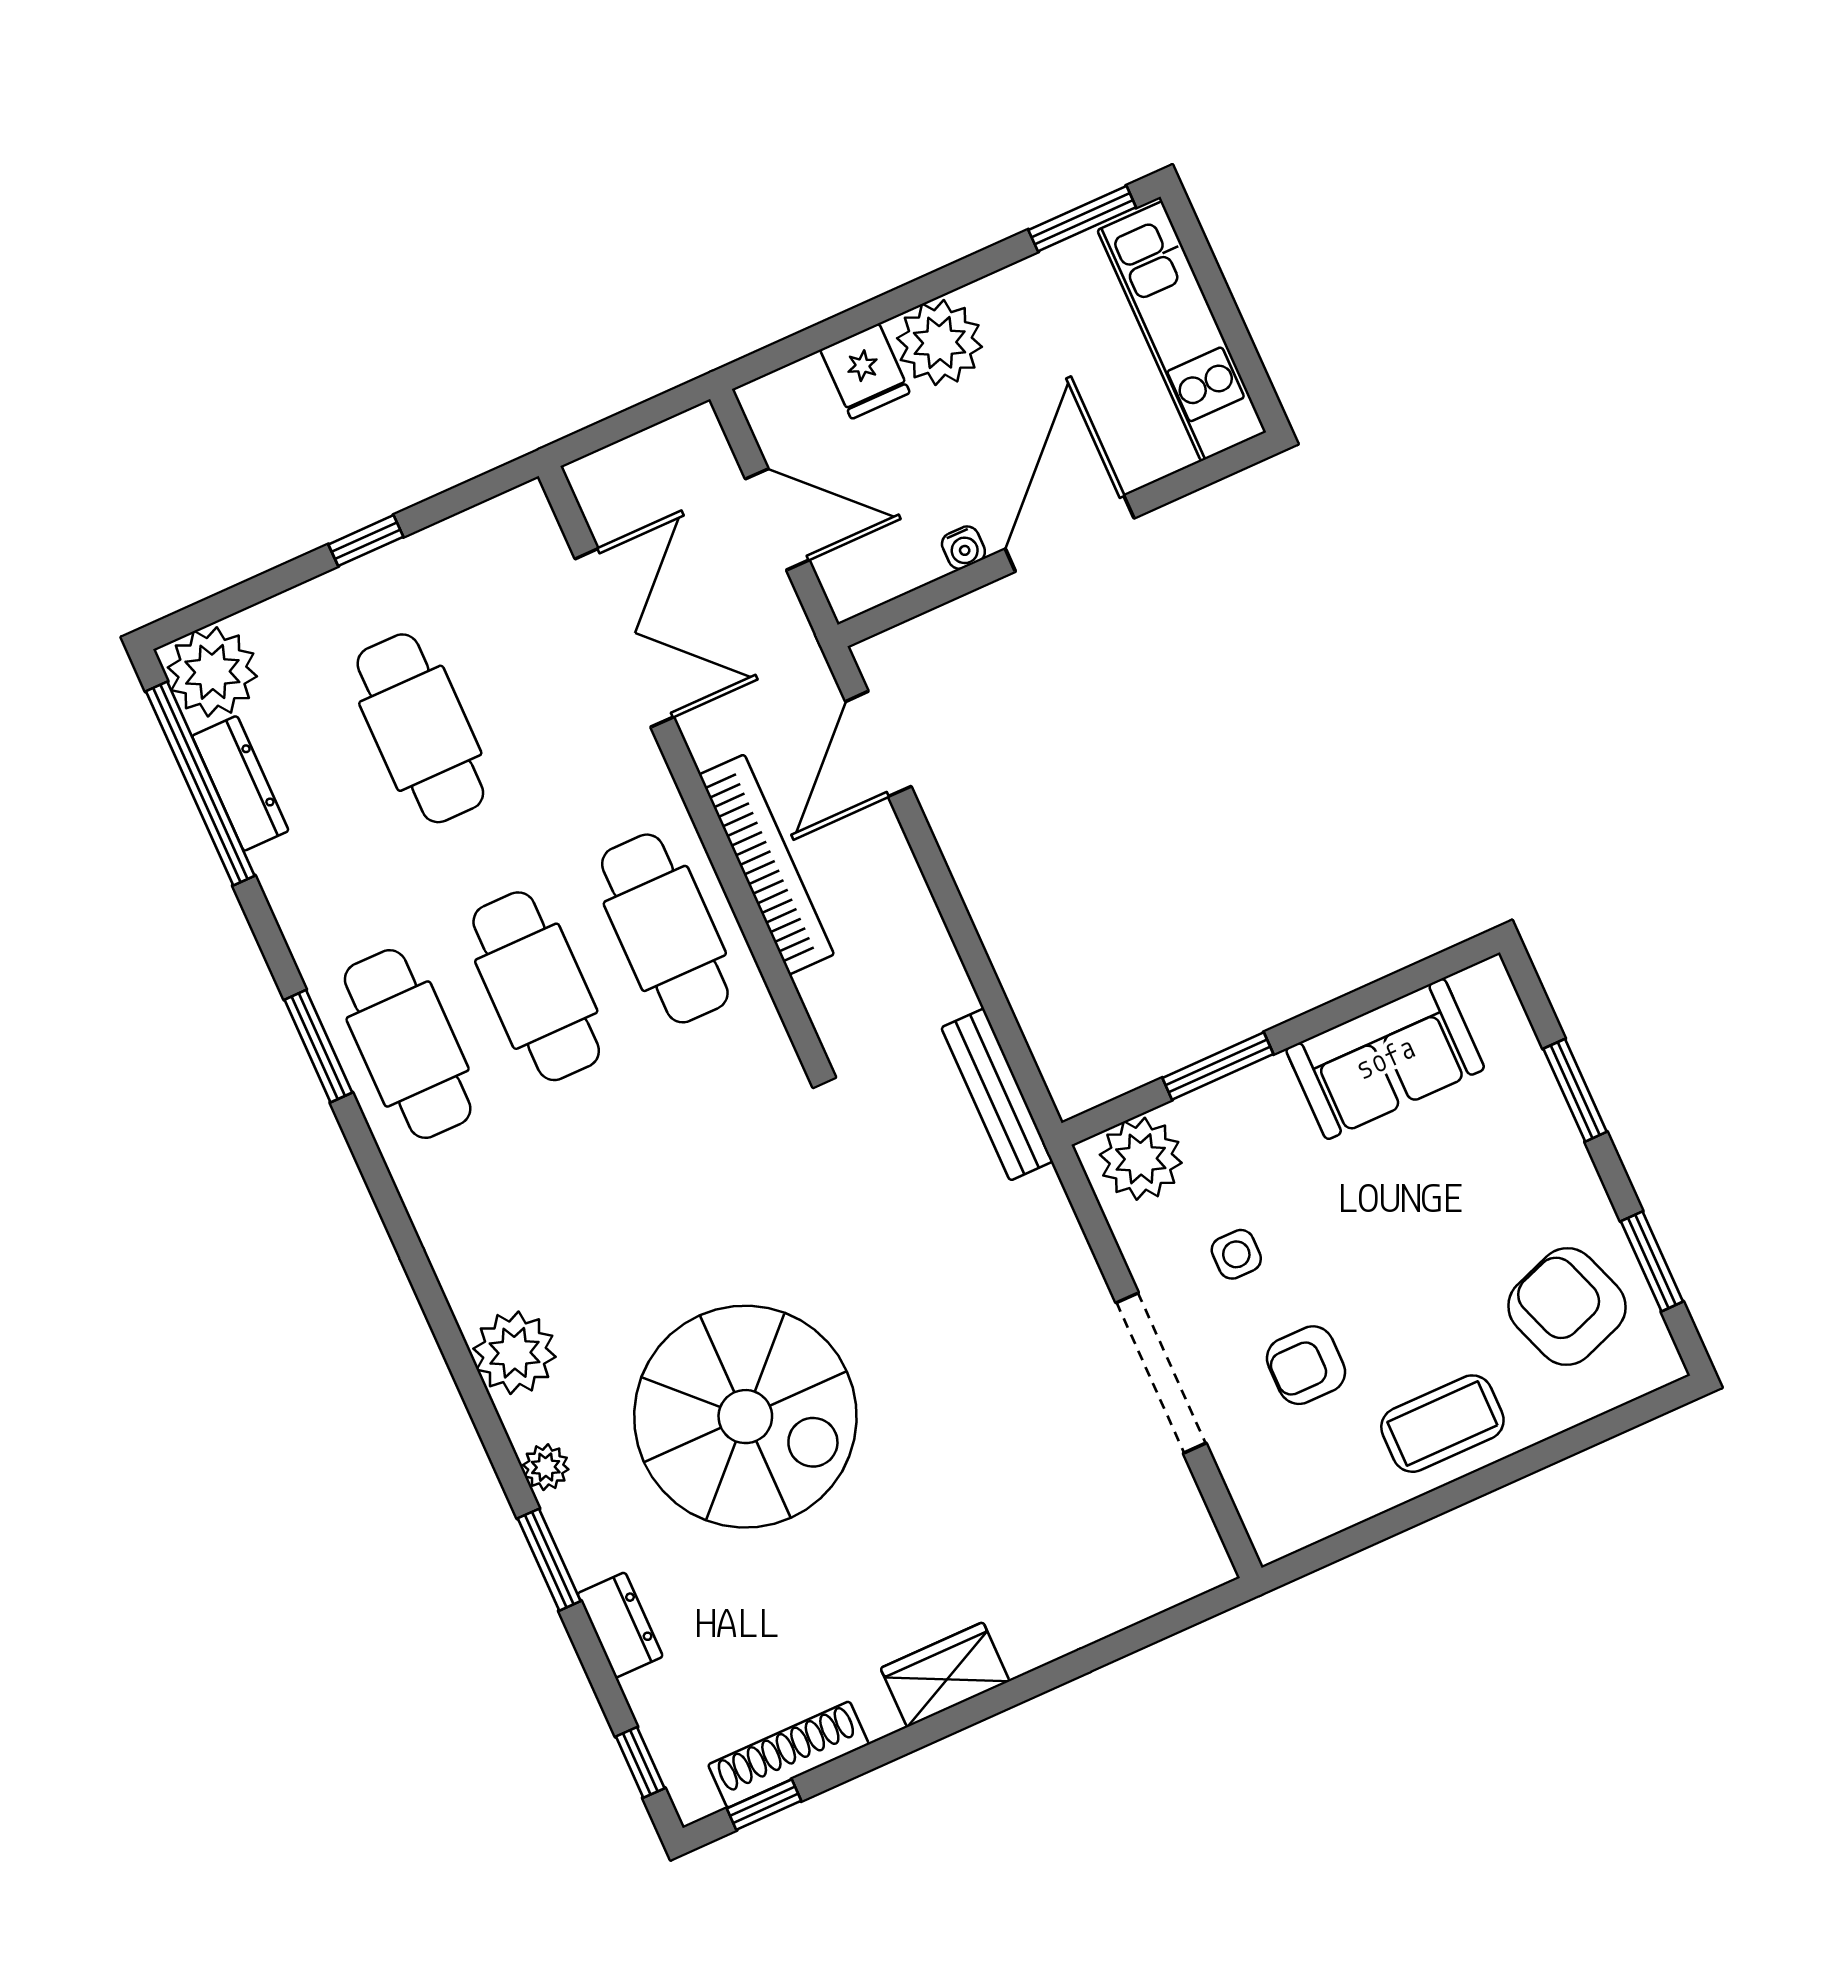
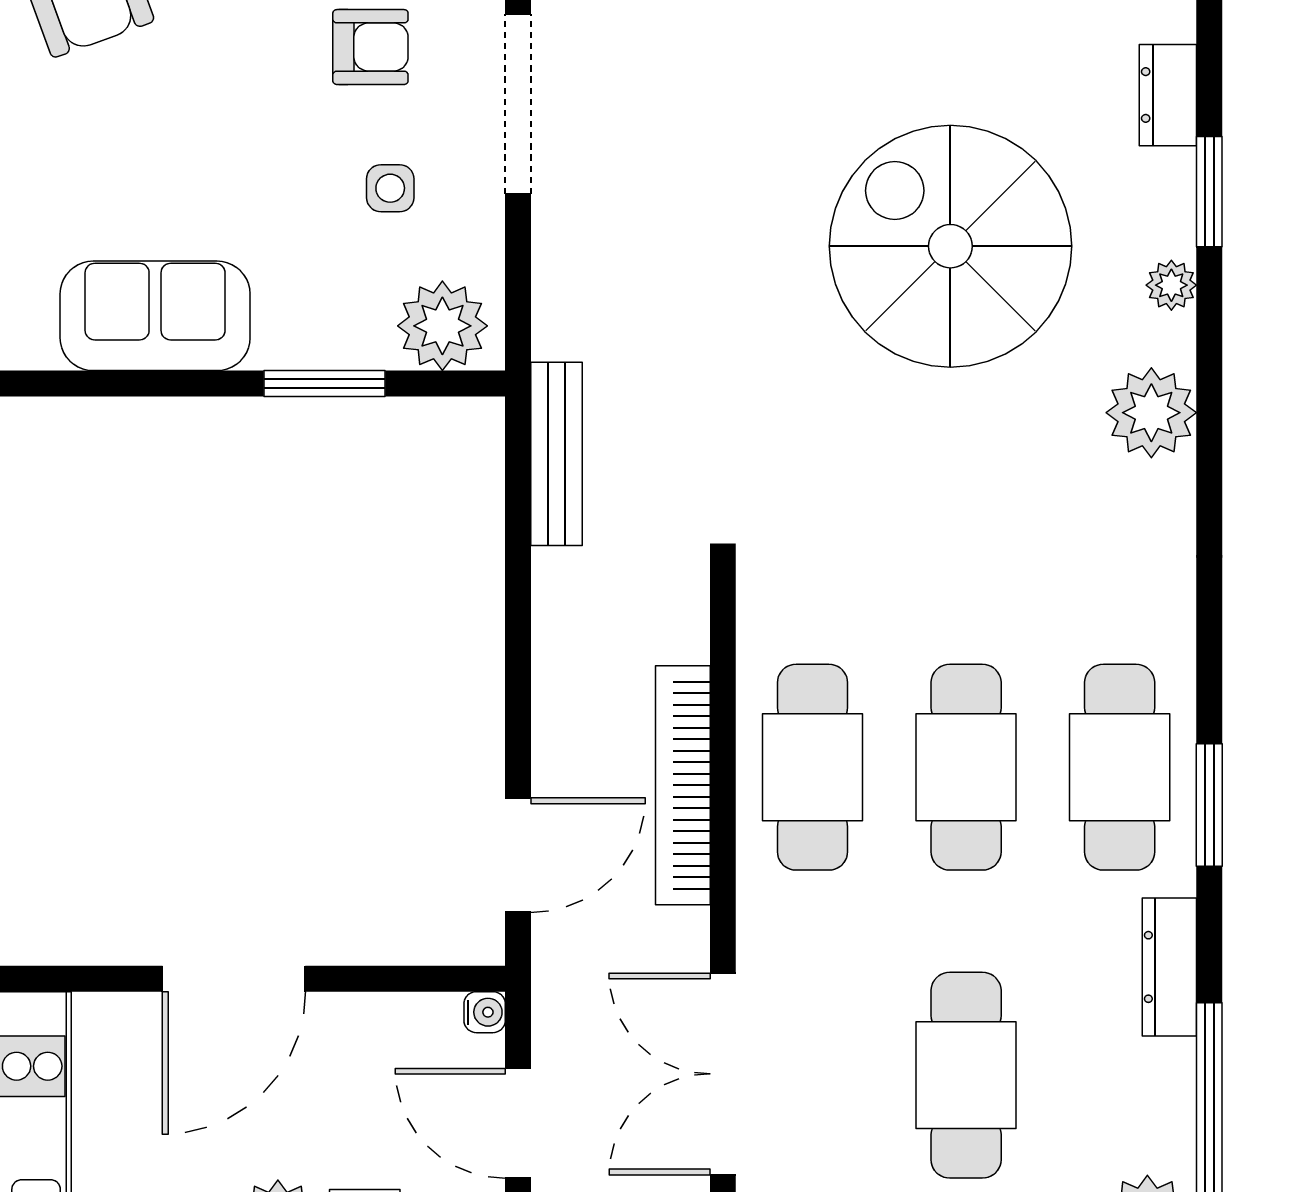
water cooler: (963, 548) -> (485, 1012), moved, turned 90
dresser: (240, 783) -> (1169, 967), moved

